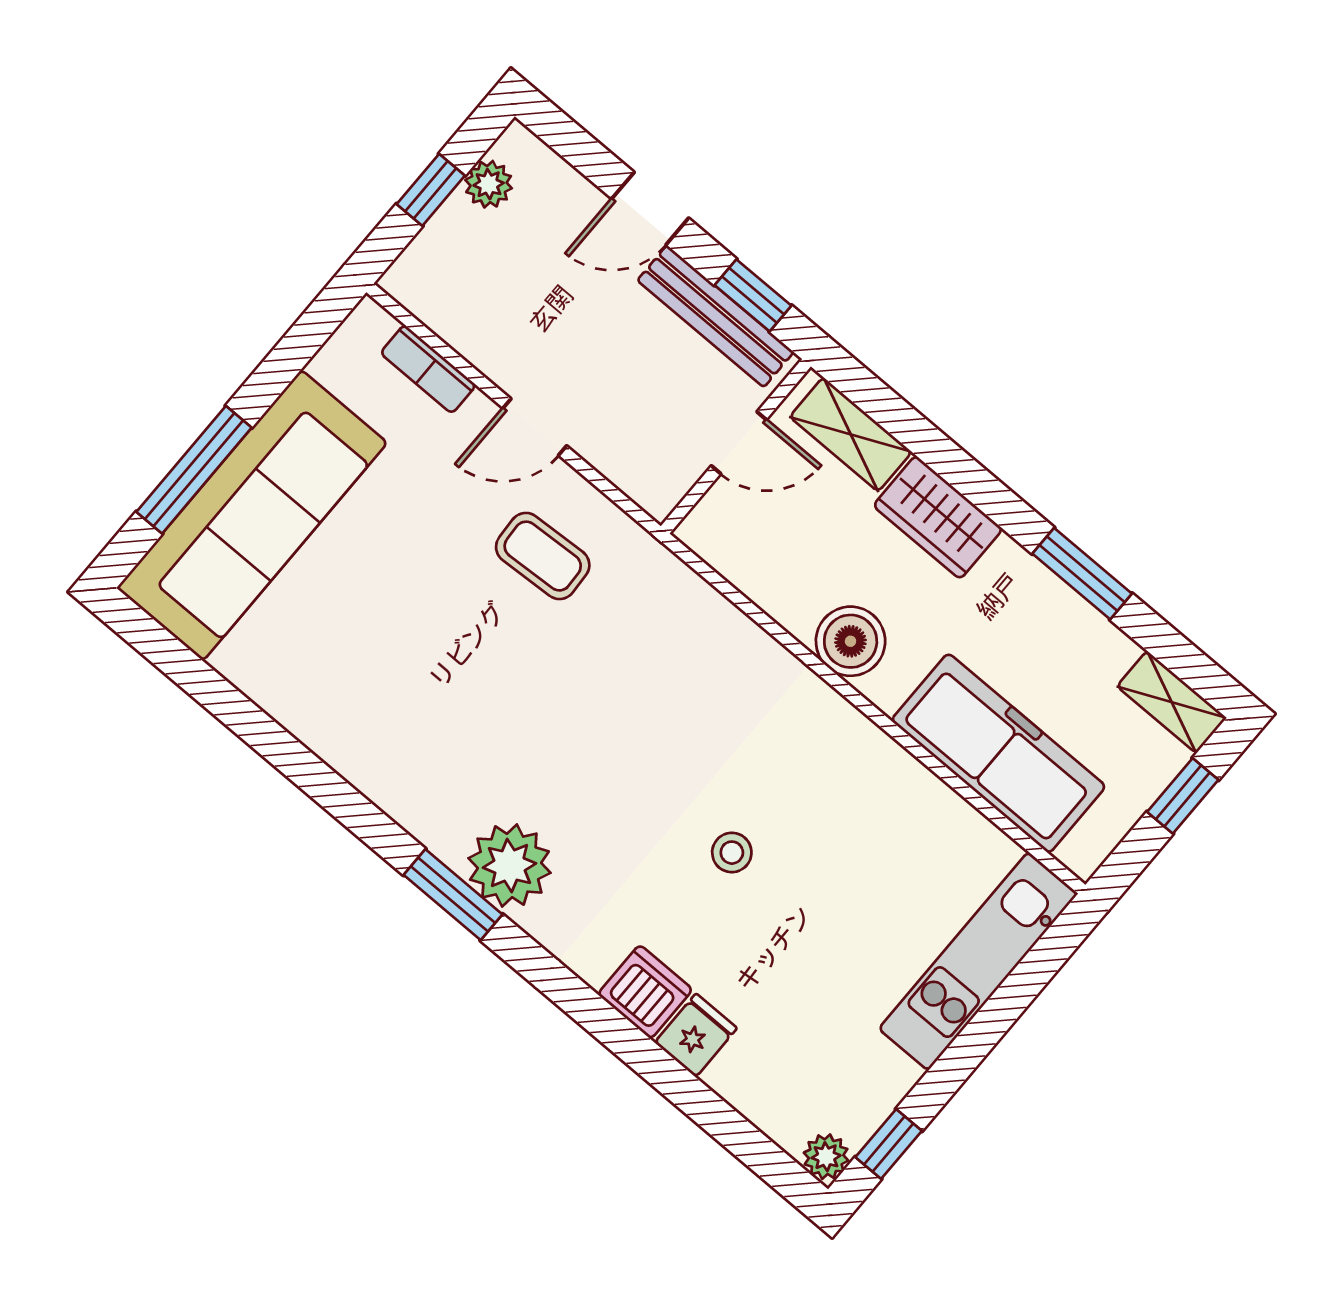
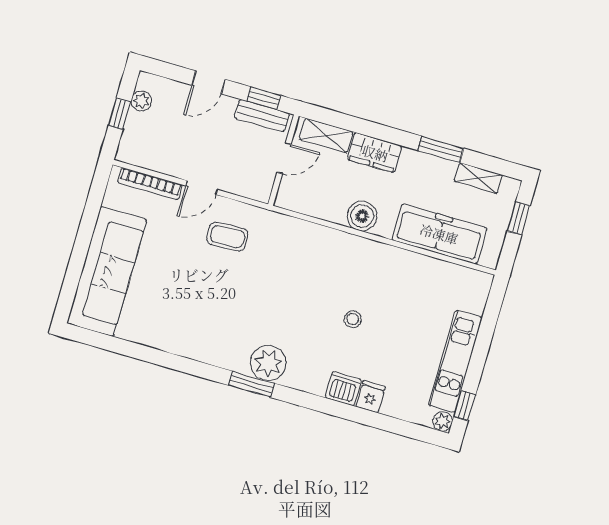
bench: (715, 316) -> (262, 116), width x0.73
bookcase: (428, 369) -> (150, 184), width x1.56
window: (194, 470) -> (76, 264), removed
shelving: (1172, 702) -> (478, 178), moved
kitchen unit: (978, 961) -> (455, 361), moved

